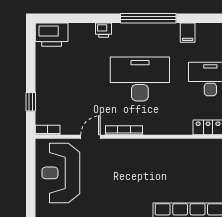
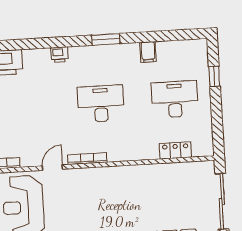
window: (148, 18) -> (106, 39), width x0.47
desk: (140, 79) -> (101, 104), width x0.73, depth x0.77

